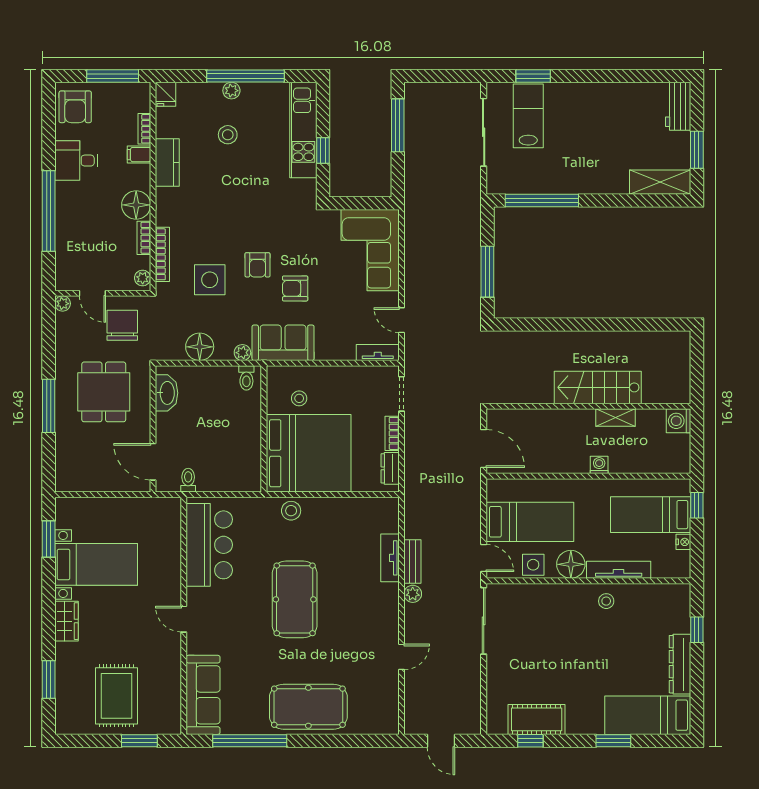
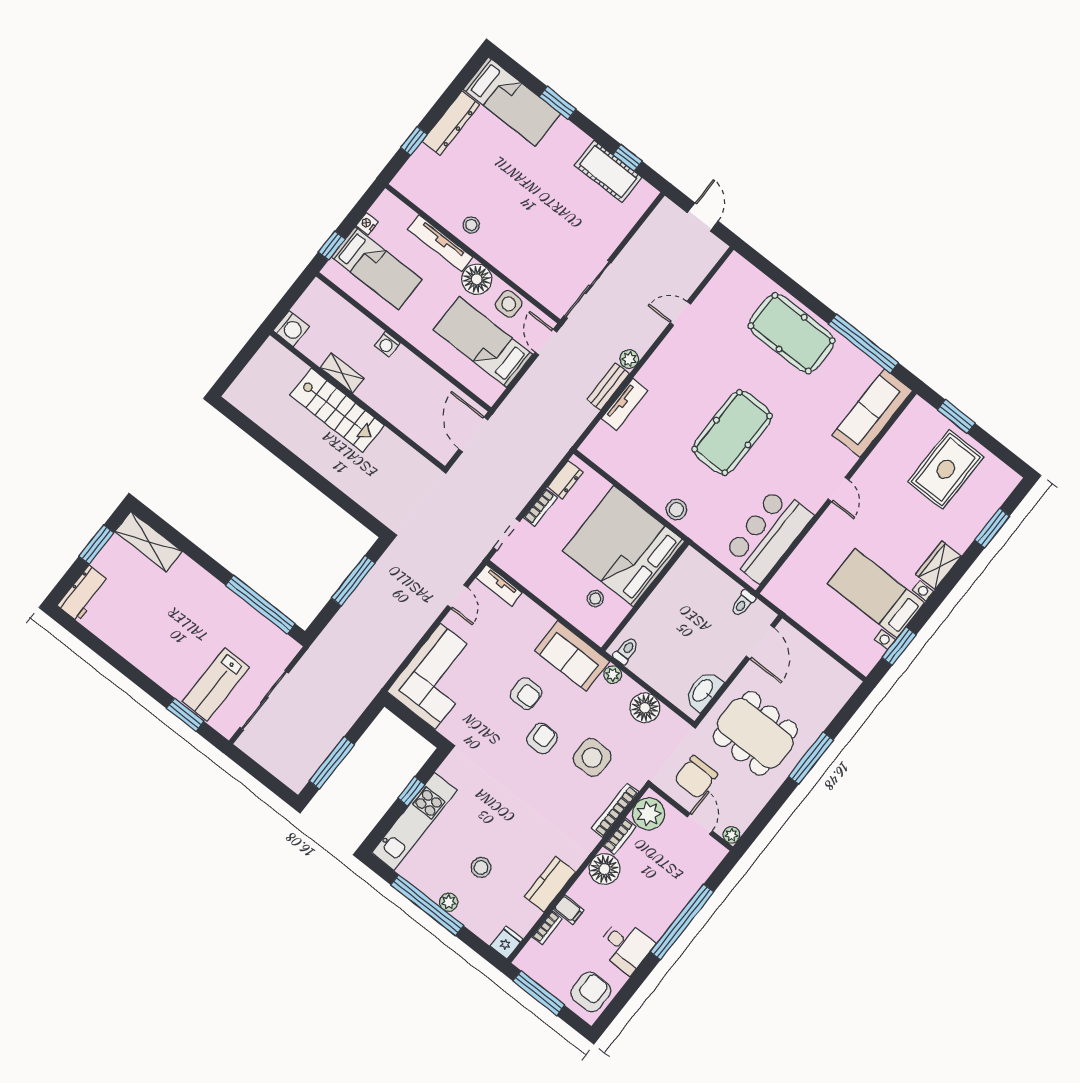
plant: (143, 278) -> (649, 814), width x1.88, depth x1.88
dining table: (104, 392) -> (755, 733), width x1.38

